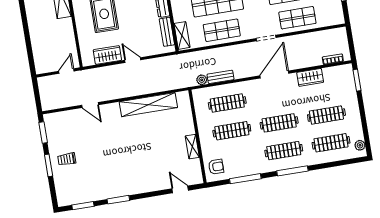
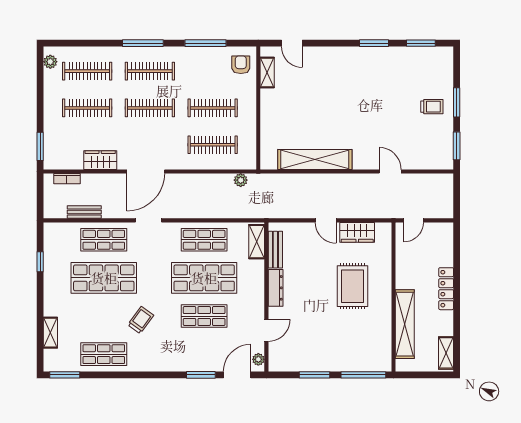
locker: (33, 24) -> (446, 289), added
bench: (220, 77) -> (84, 212), moved
shelving: (192, 147) -> (267, 73), moved
armchair: (216, 167) -> (241, 65), turned 90

